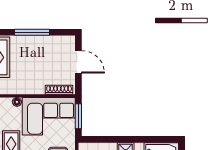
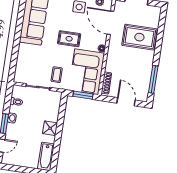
window: (32, 32) -> (153, 79), moved
door: (78, 62) -> (126, 102), swing flipped

